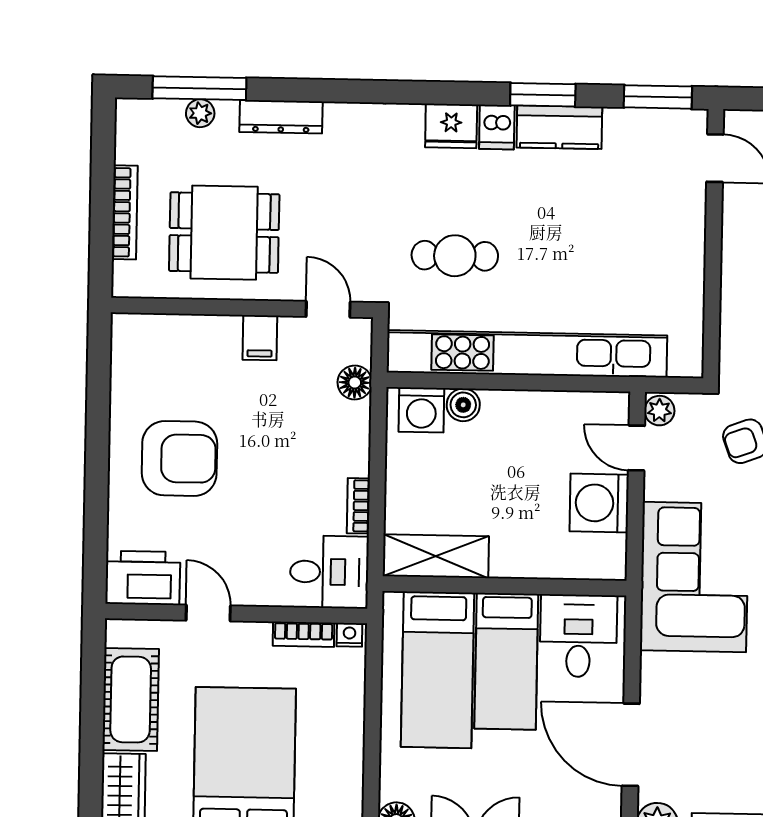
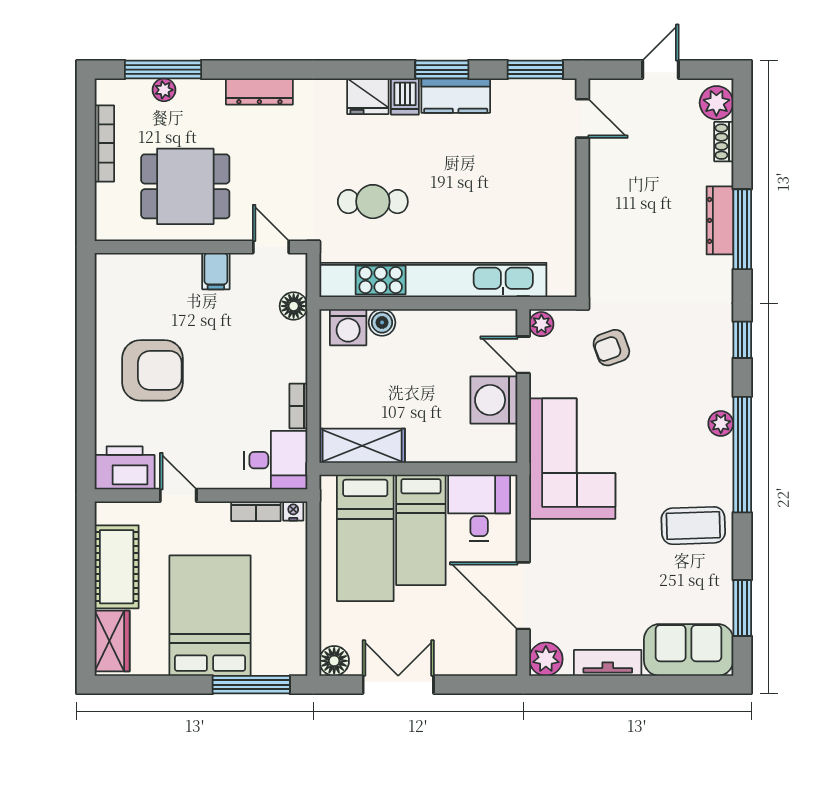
dresser: (281, 117) -> (259, 92), moved
bookcase: (125, 212) -> (104, 143), moved

